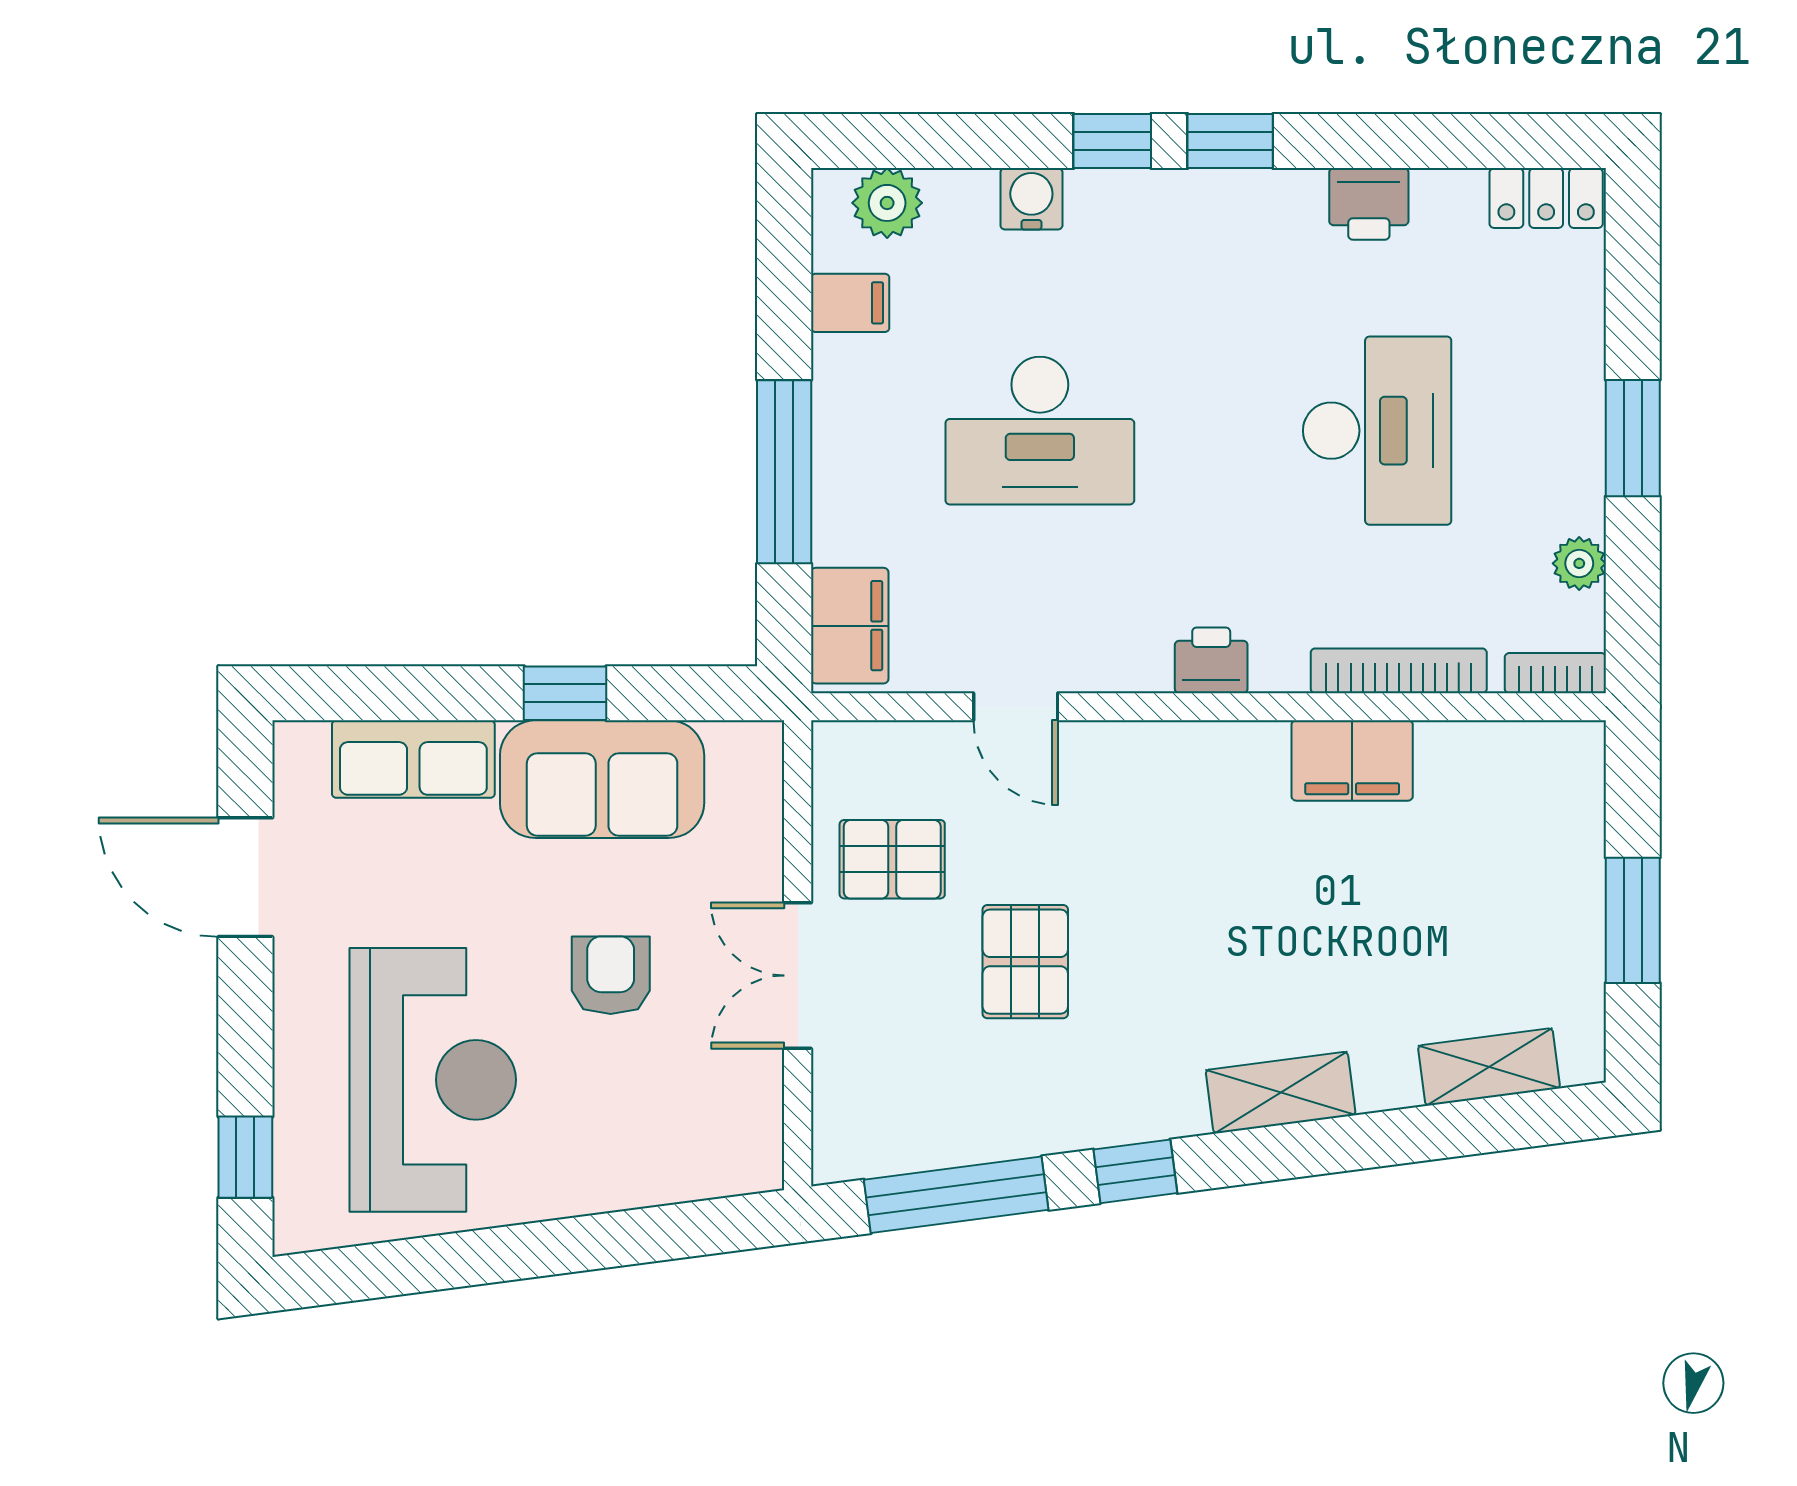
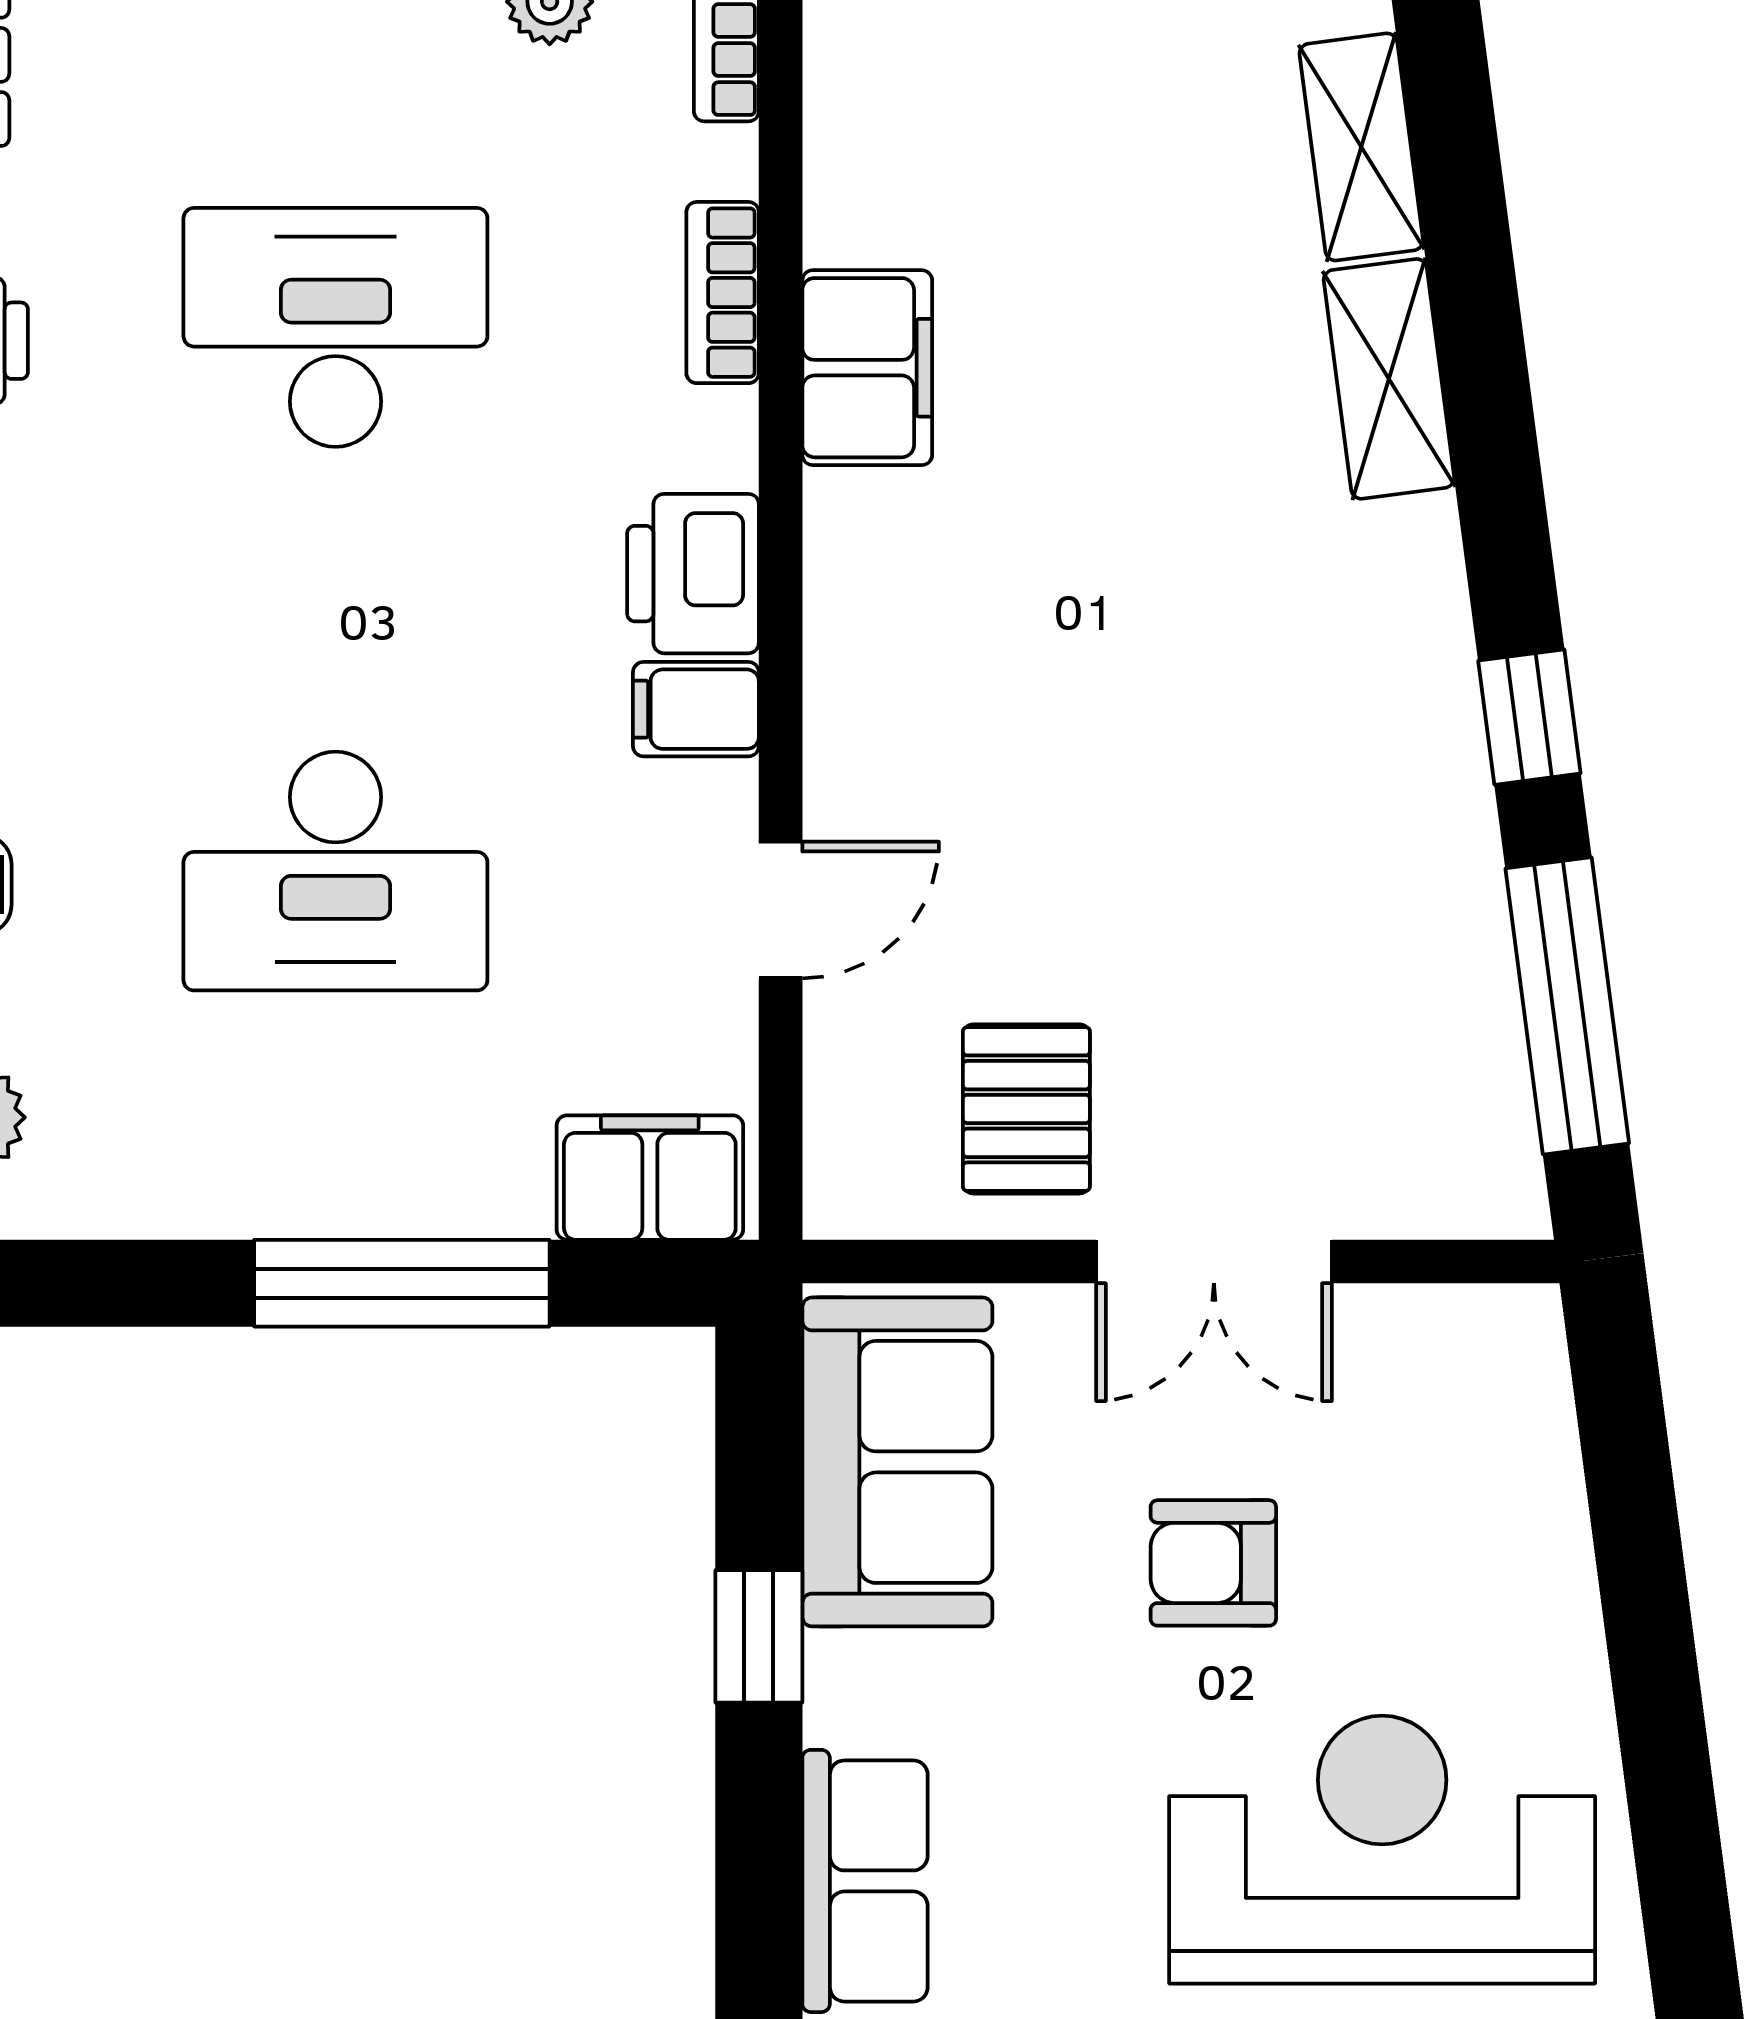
filing cabinet: (850, 303) -> (696, 709), moved, turned -90
desk: (1040, 431) -> (335, 871), turned 90
printer: (1211, 660) -> (693, 574), width x1.36, depth x1.24
bookcase: (1399, 671) -> (723, 293), width x0.64
sofa: (602, 779) -> (897, 1462), moved
pallet: (1025, 962) -> (1191, 895), removed
shelving: (1281, 1093) -> (1389, 379), moved

